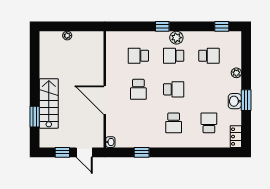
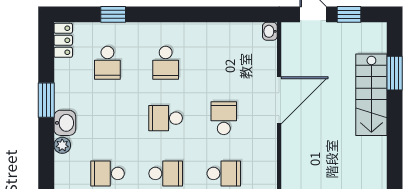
door: (105, 100) -> (279, 100), hinge flipped
washbasin: (235, 101) -> (65, 123), moved
school desk: (174, 123) -> (166, 63), turned 180
window: (142, 152) -> (113, 14), moved

